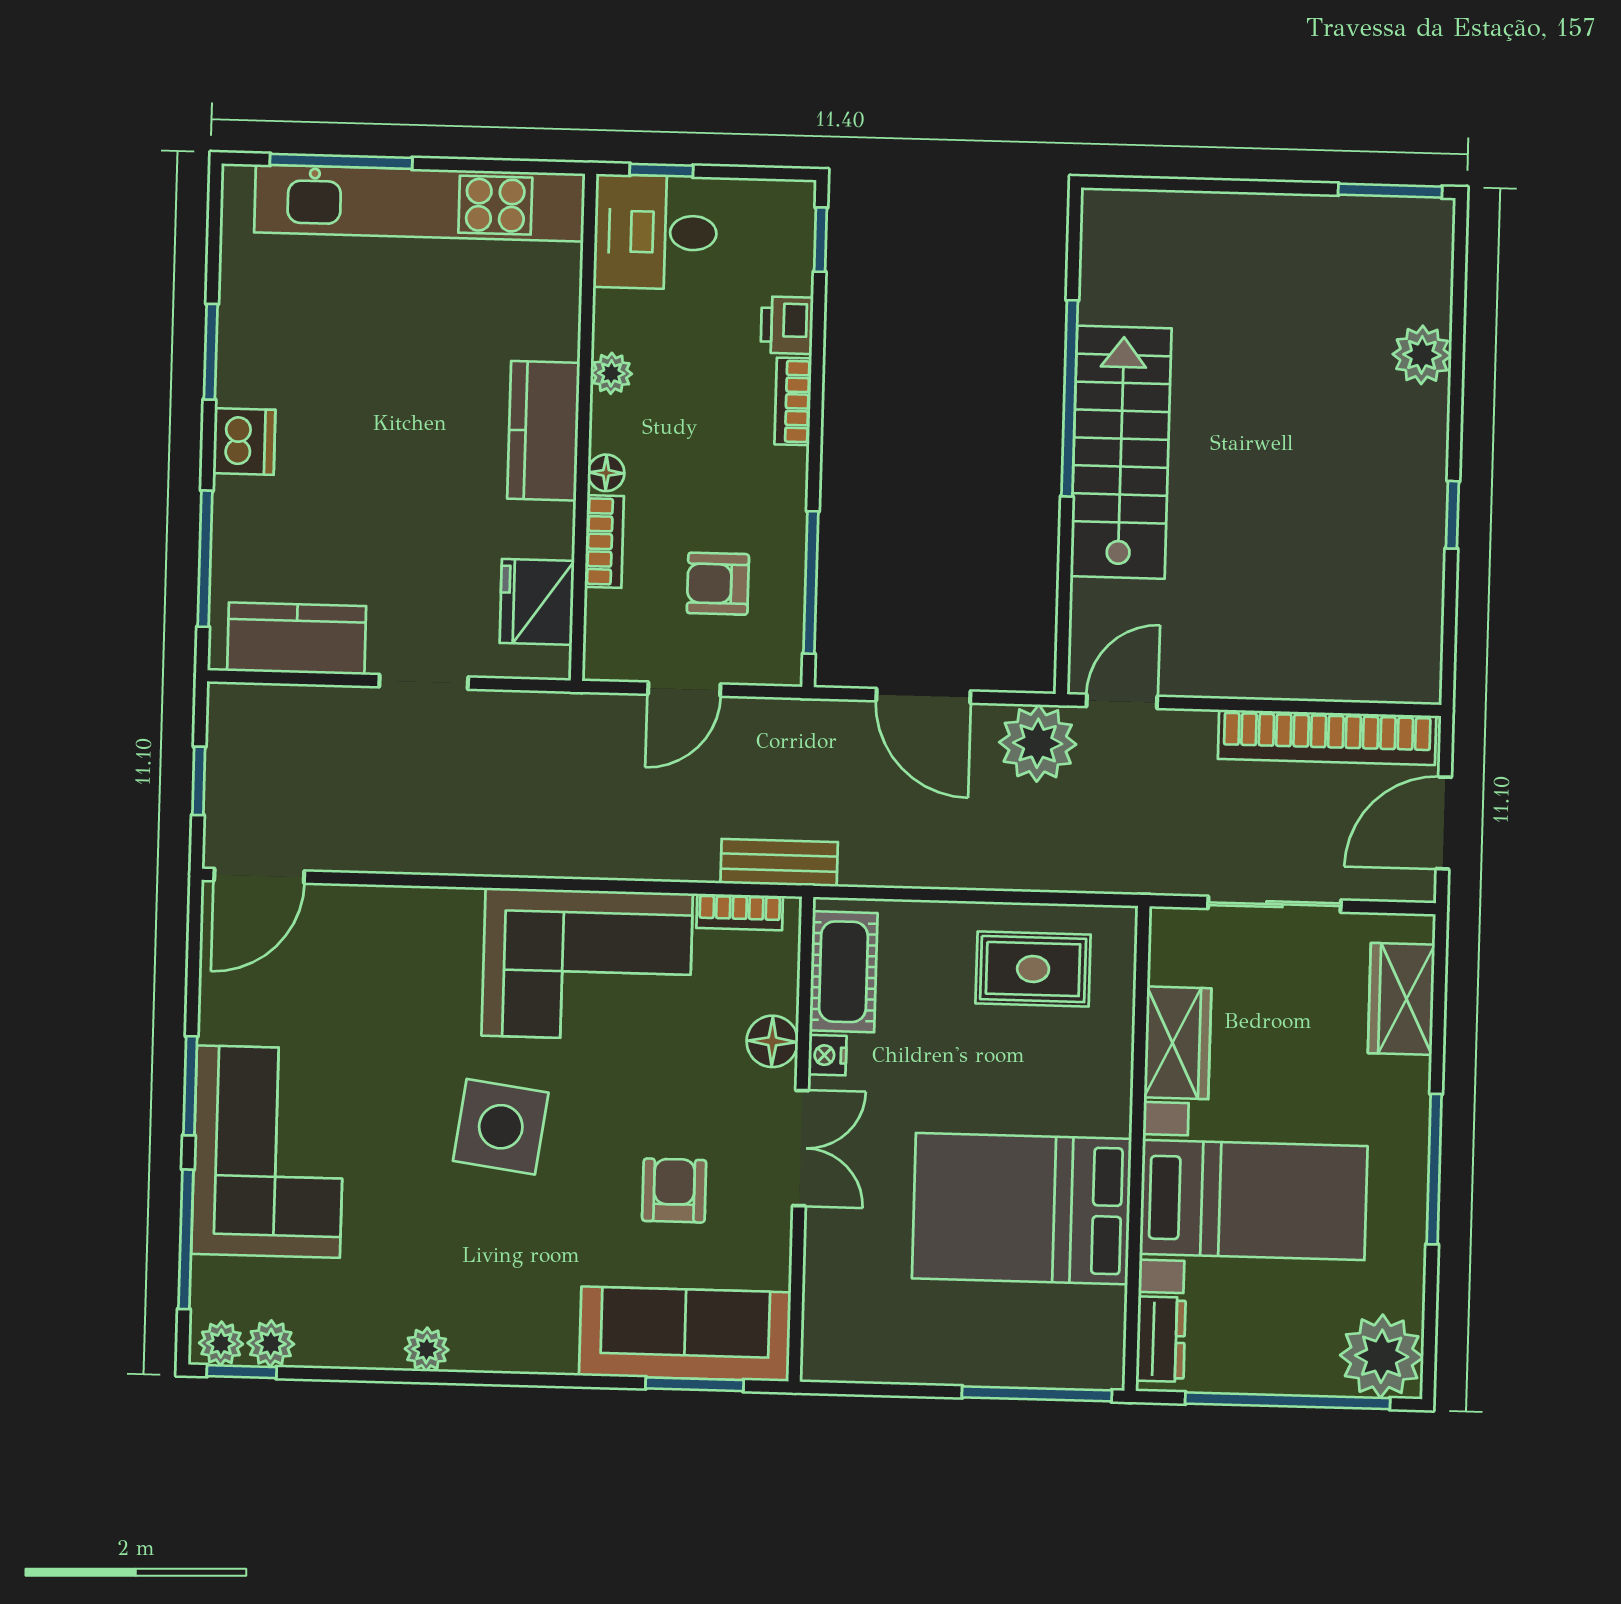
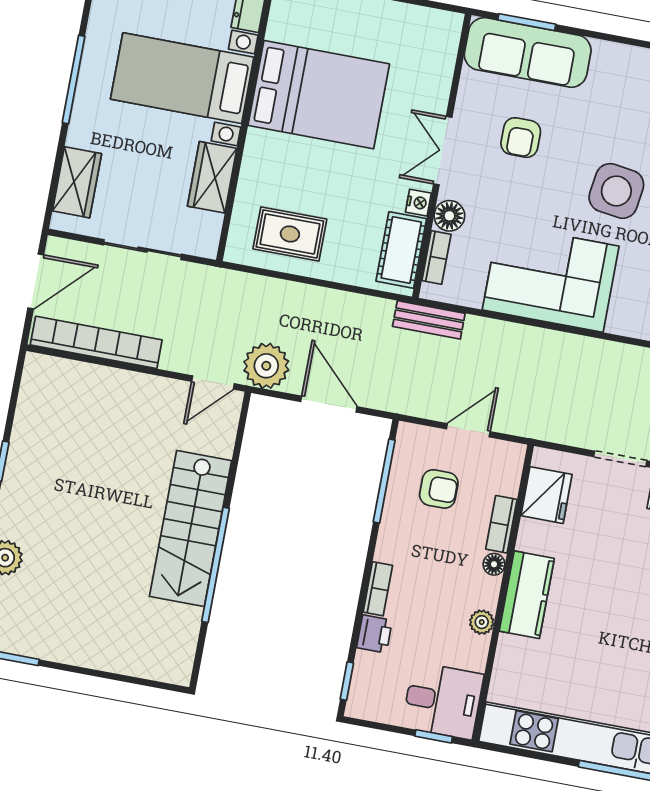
bookcase: (740, 912) -> (436, 257), moved, turned 90

